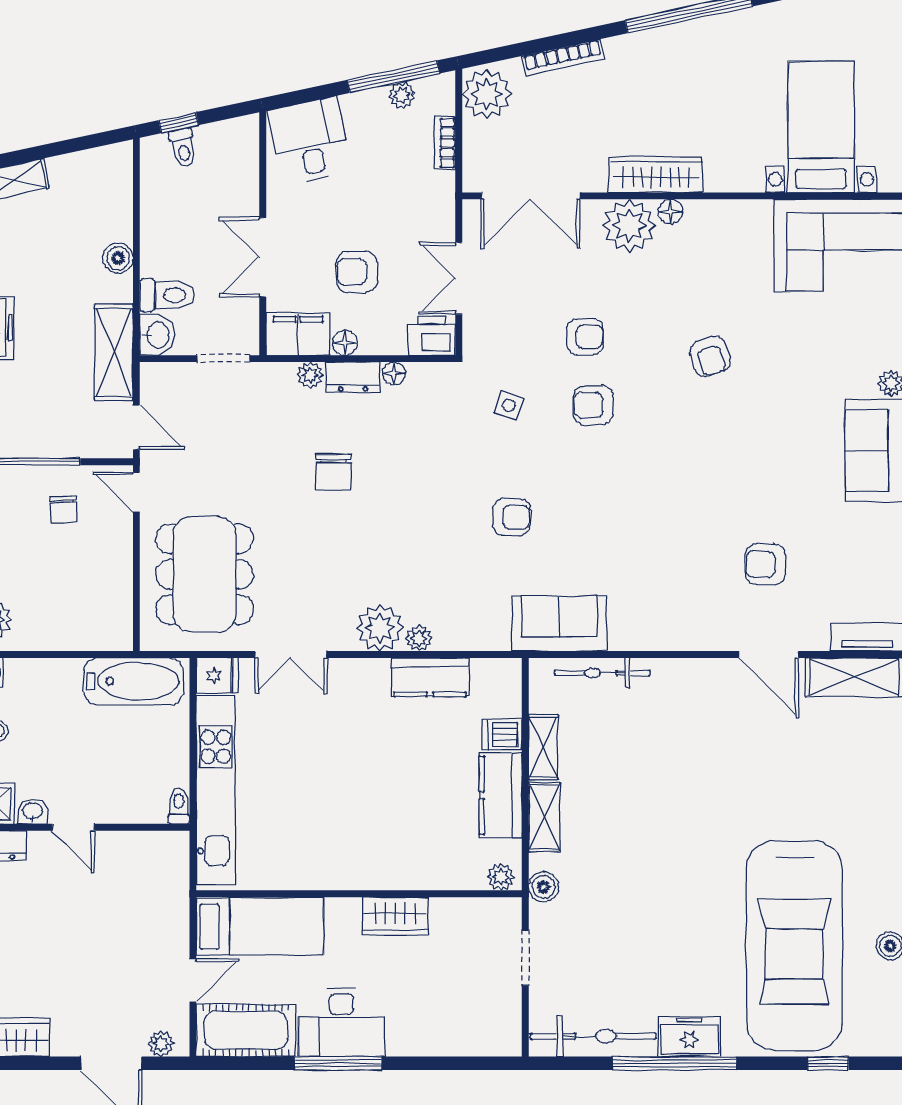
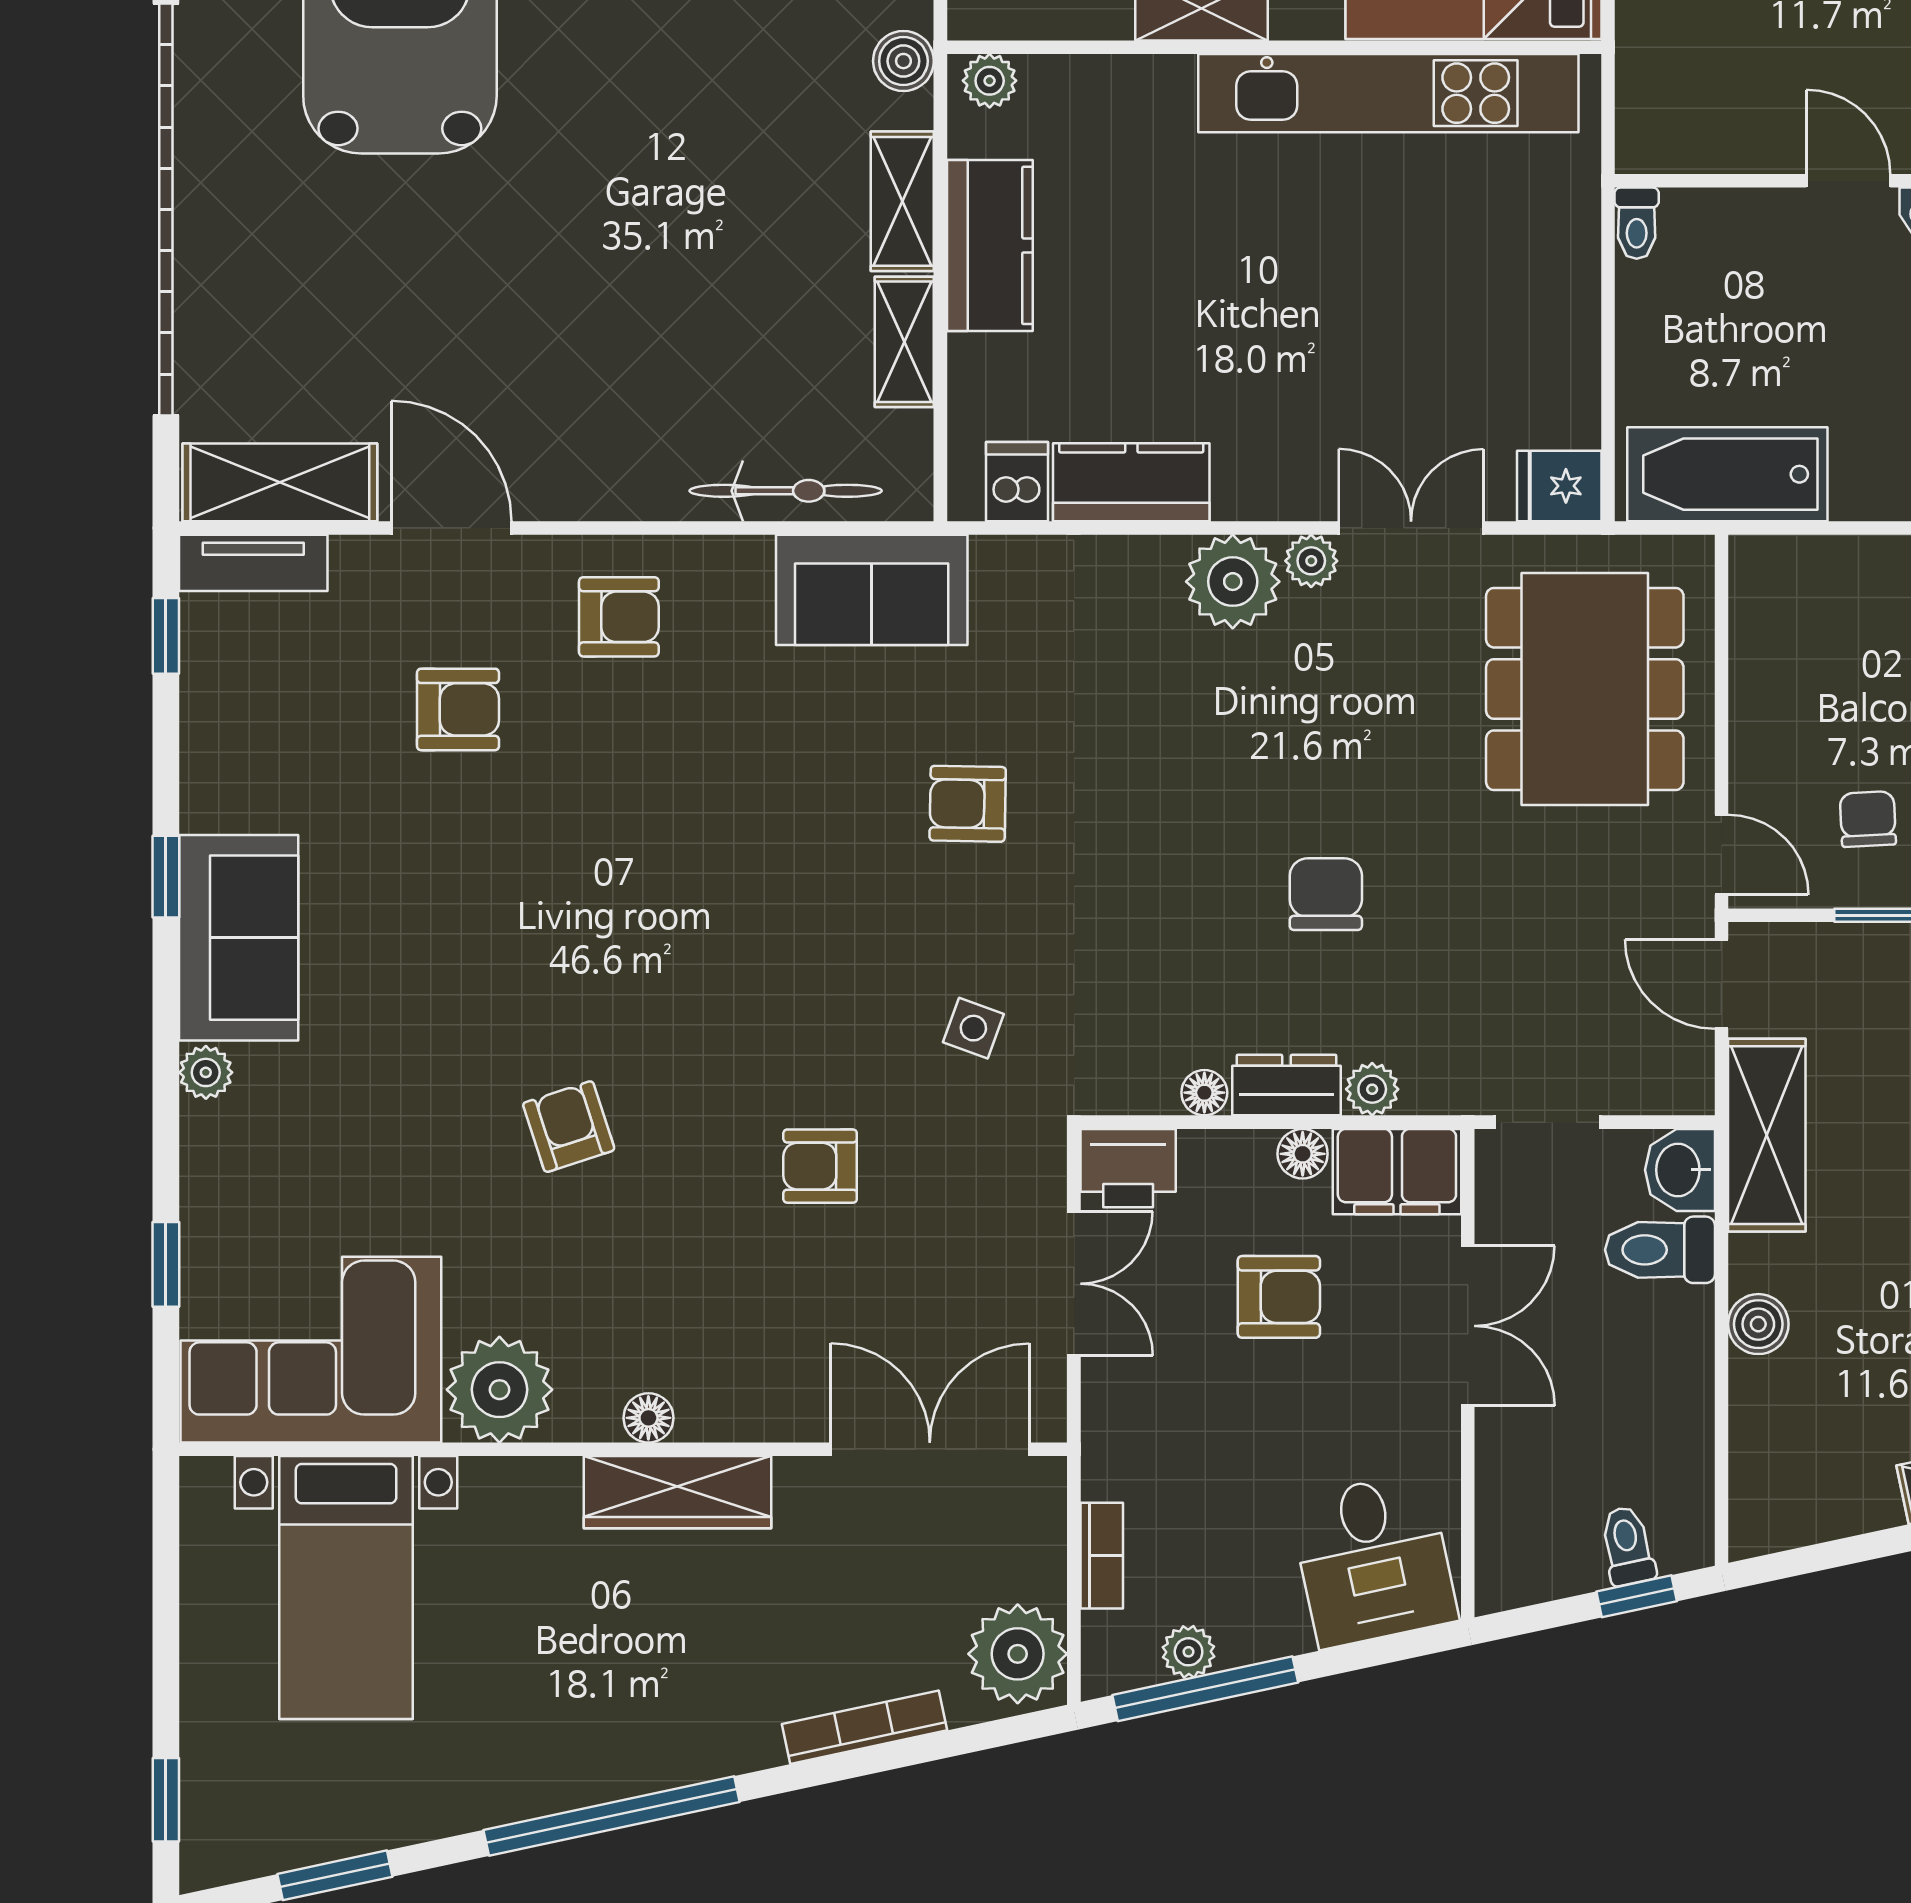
plant: (629, 226) -> (499, 1390), moved
armchair: (593, 405) -> (619, 617), moved
plant: (419, 638) -> (1311, 561), moved
dishwasher: (502, 734) -> (1017, 482), moved, turned -90
kitchen unit: (216, 790) -> (1388, 93), moved, turned -90

